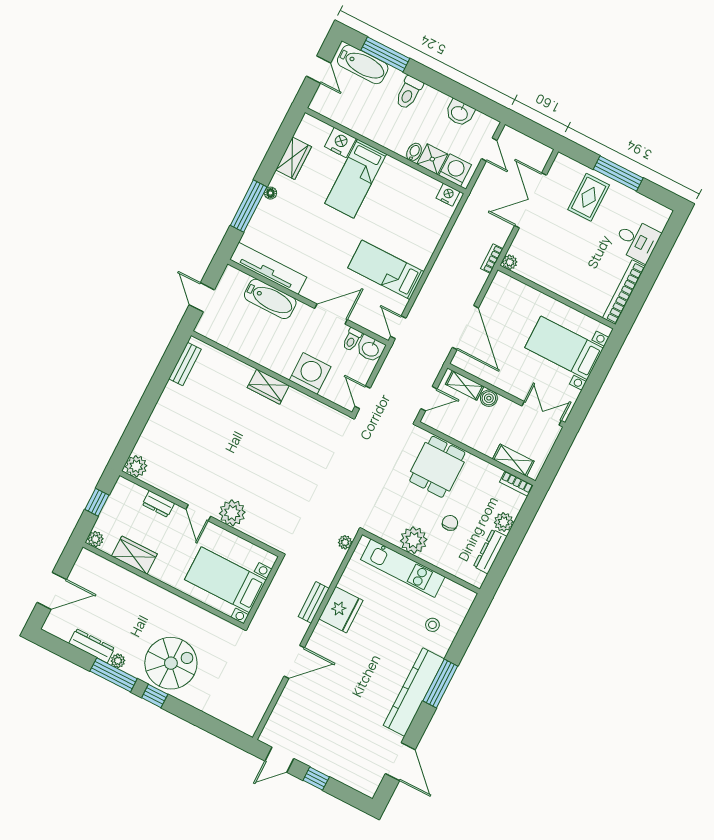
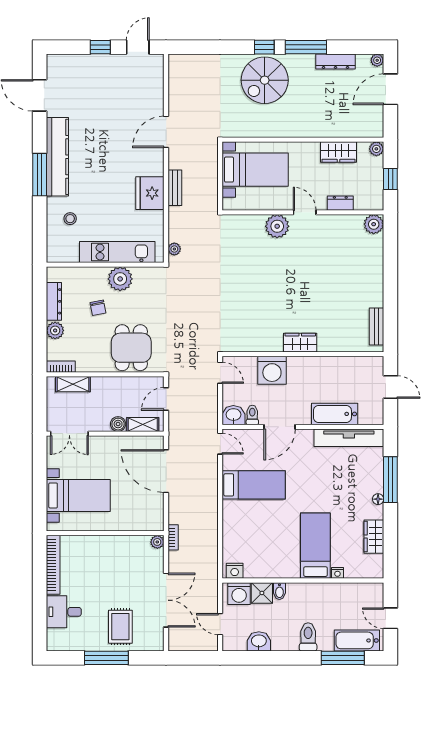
nightstand: (340, 142) -> (337, 573), width x0.53, depth x0.56
plant: (118, 661) -> (377, 60), moved

